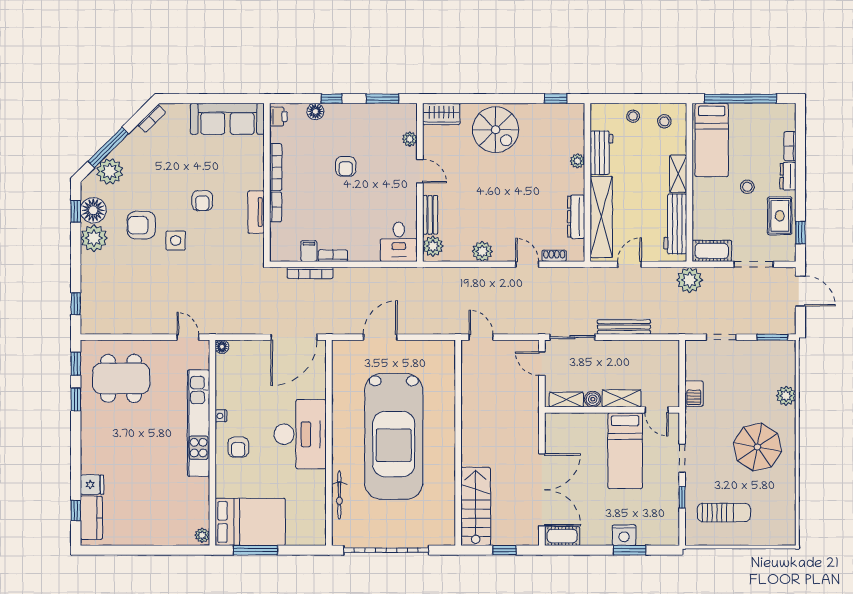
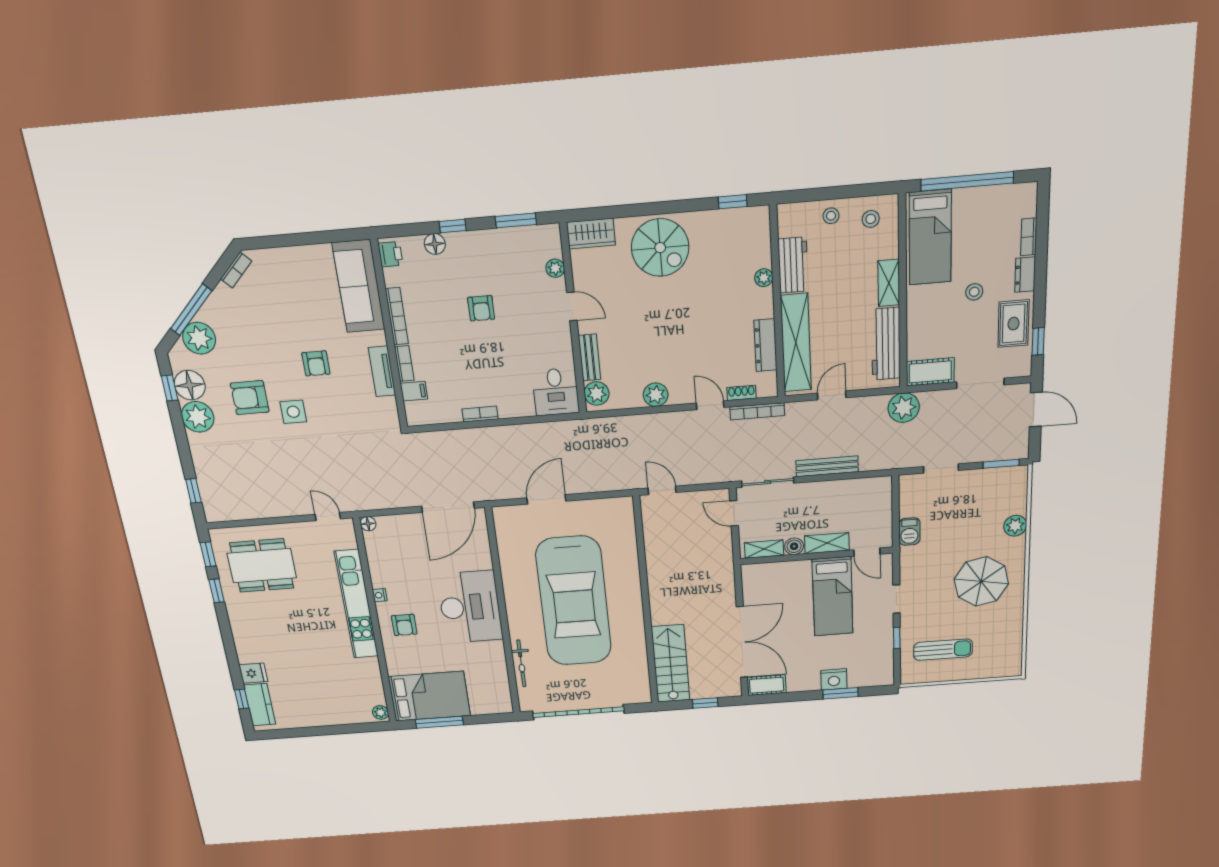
sofa: (227, 119) -> (359, 286), moved, turned 90
filing cabinet: (309, 251) -> (414, 391), moved, turned 90
bookcase: (310, 273) -> (757, 411), moved

